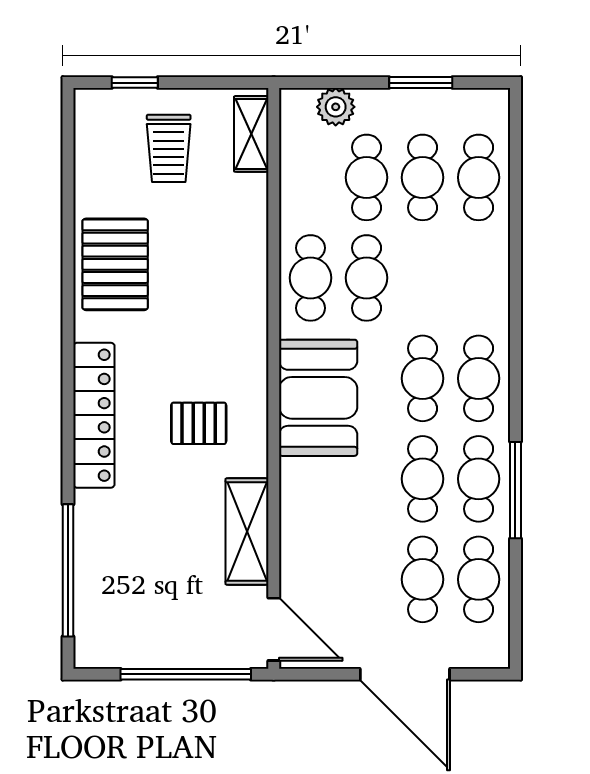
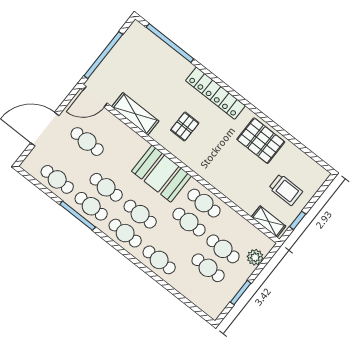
window: (135, 83) -> (298, 220), moved
trolley: (169, 148) -> (286, 190), turned 180
cafe table: (479, 177) -> (159, 260), moved
cafe table: (423, 579) -> (87, 142), moved

